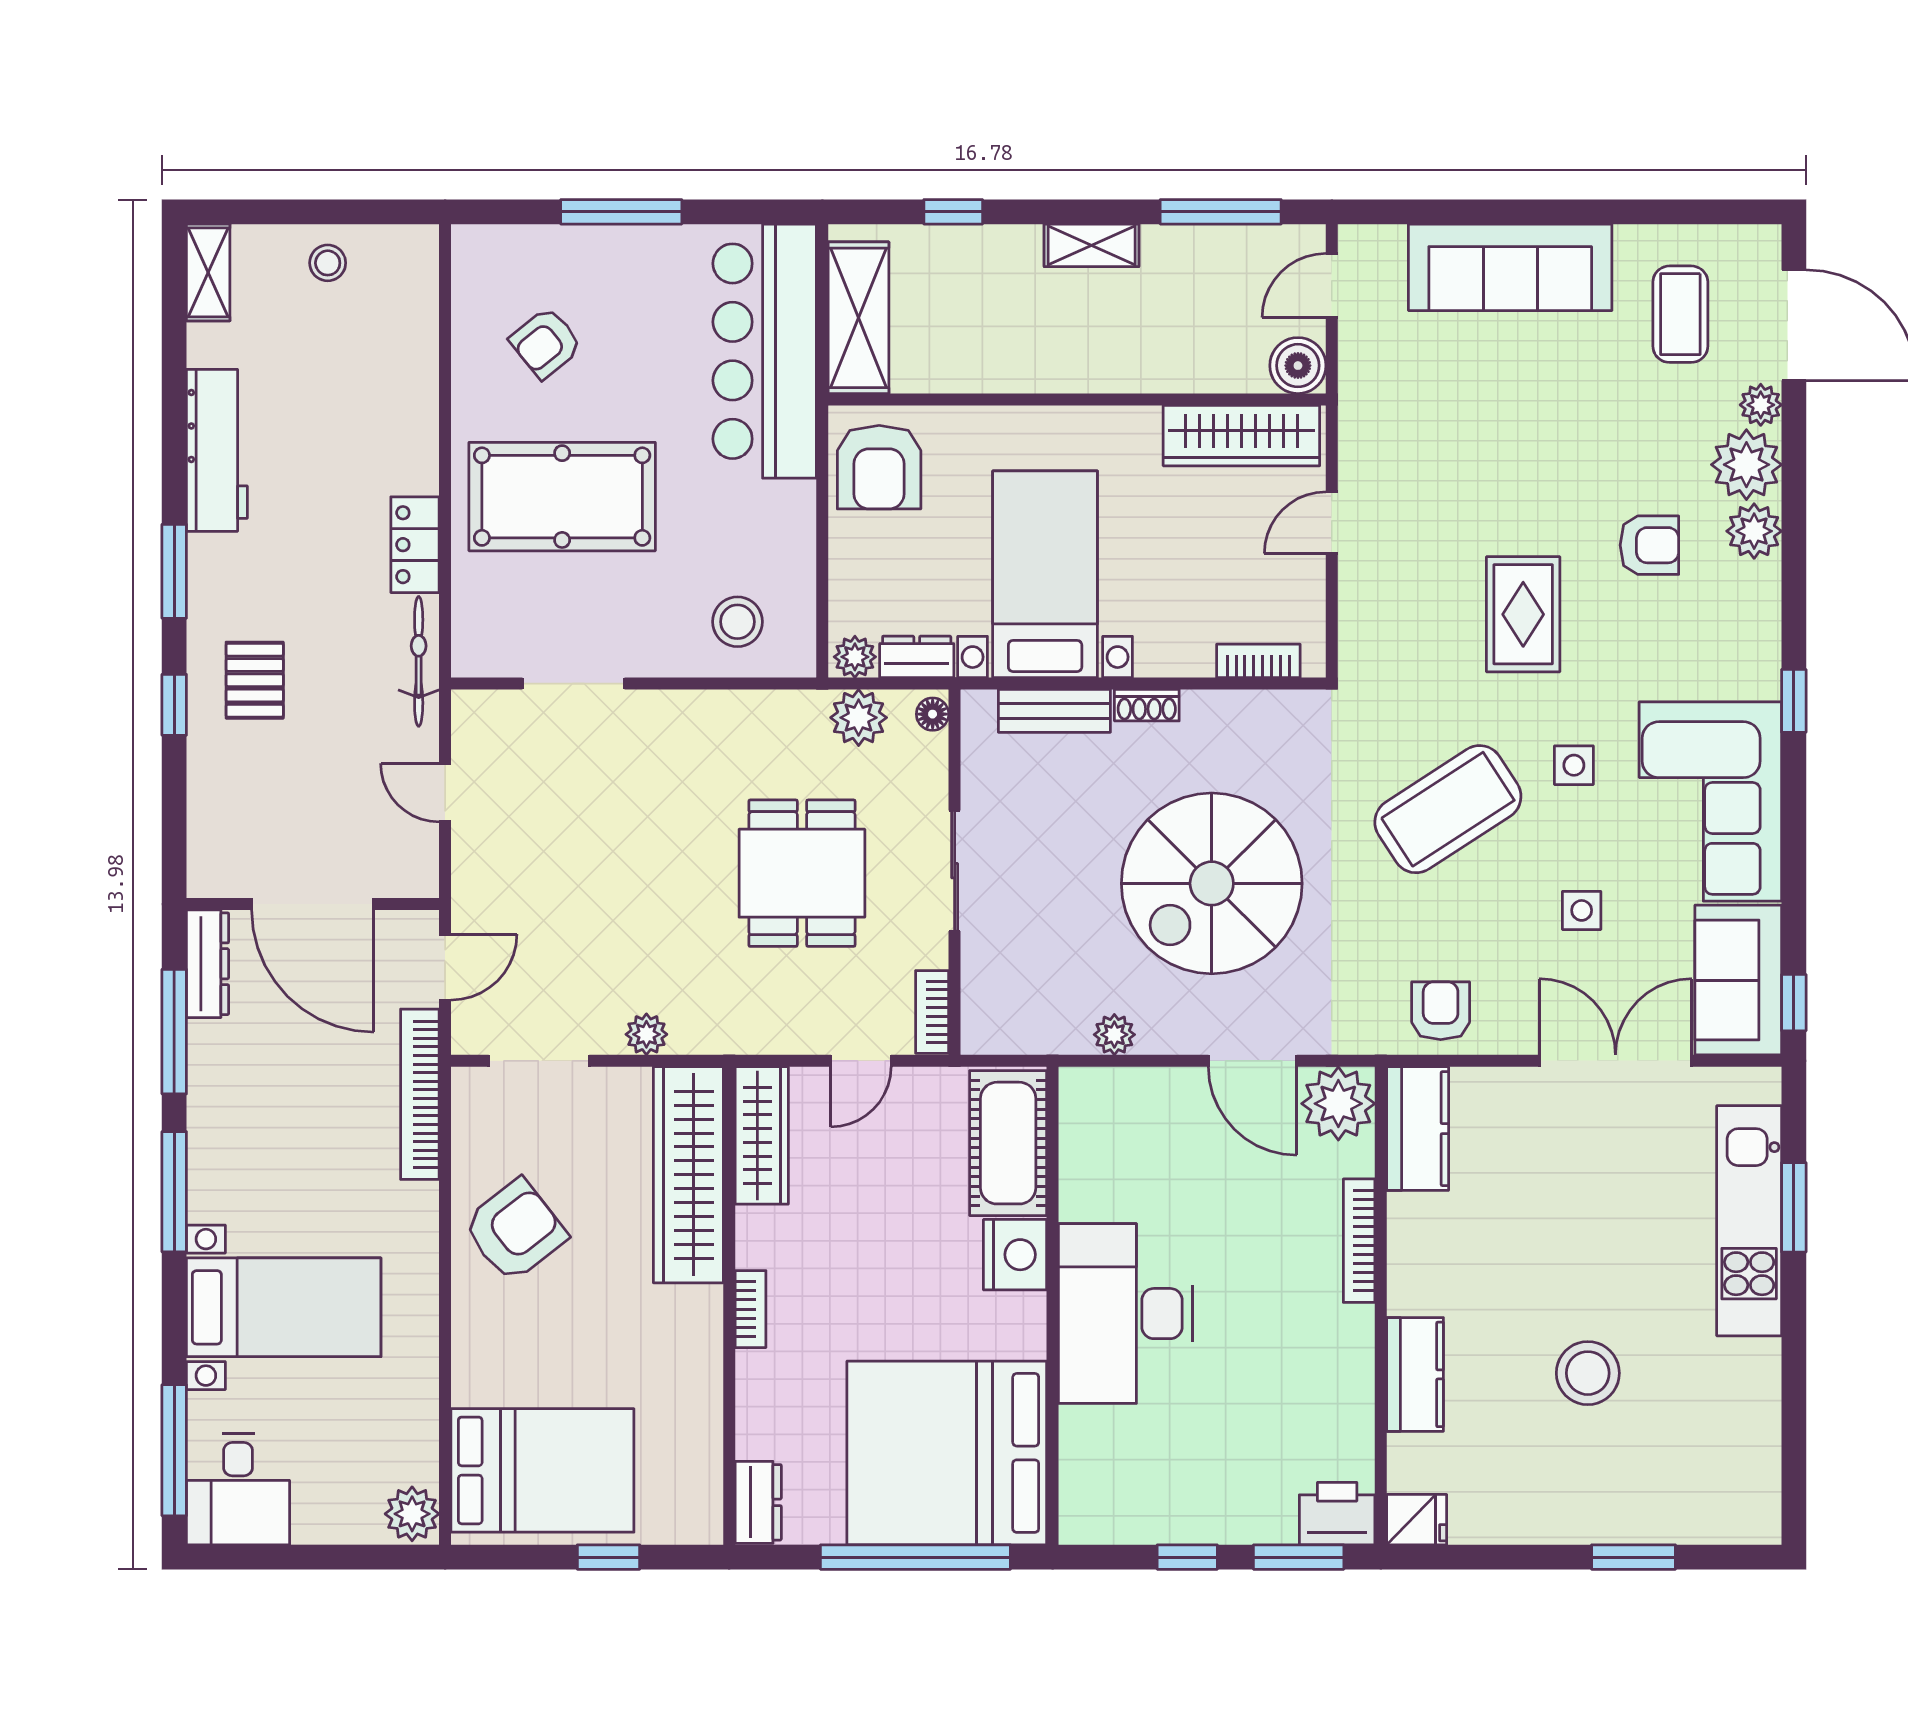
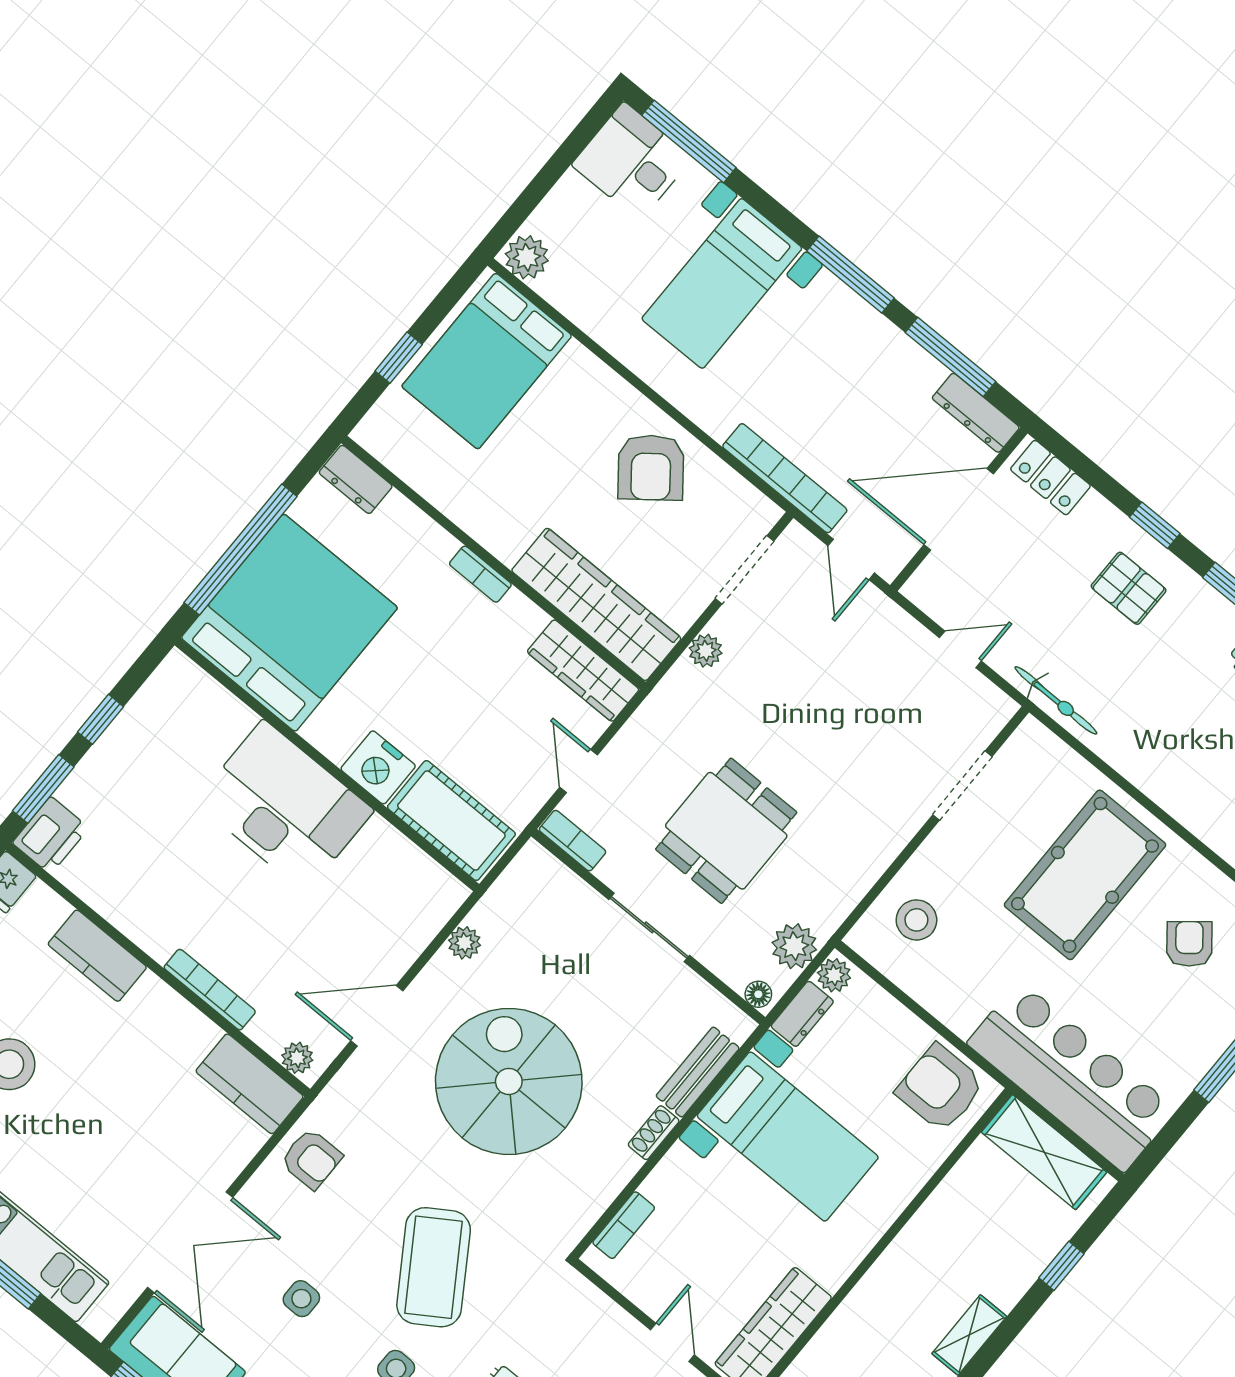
locker: (415, 545) -> (1050, 478), moved, turned 180
dining table: (802, 873) -> (726, 831), turned 90
plant: (1338, 1104) -> (297, 1058), width x0.53, depth x0.53

